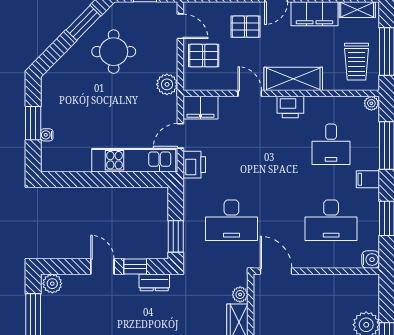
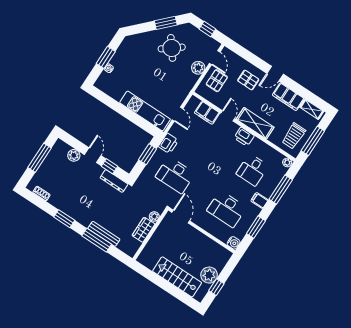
round table: (114, 52) -> (172, 48), turned -38
pallet: (204, 56) -> (217, 81), turned 90
plant: (167, 84) -> (198, 68), moved
filing cabinet: (200, 108) -> (207, 113), moved
door: (180, 136) -> (177, 114), swing flipped
printer: (194, 165) -> (168, 143), moved
window: (176, 236) -> (148, 154), moved
dresser: (154, 282) -> (114, 181), width x1.44
plant: (52, 284) -> (74, 155), moved

